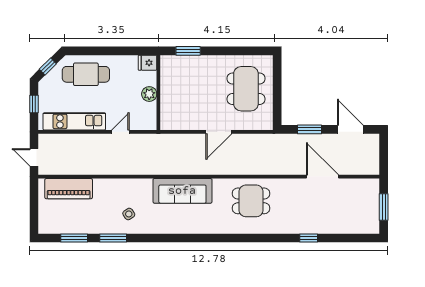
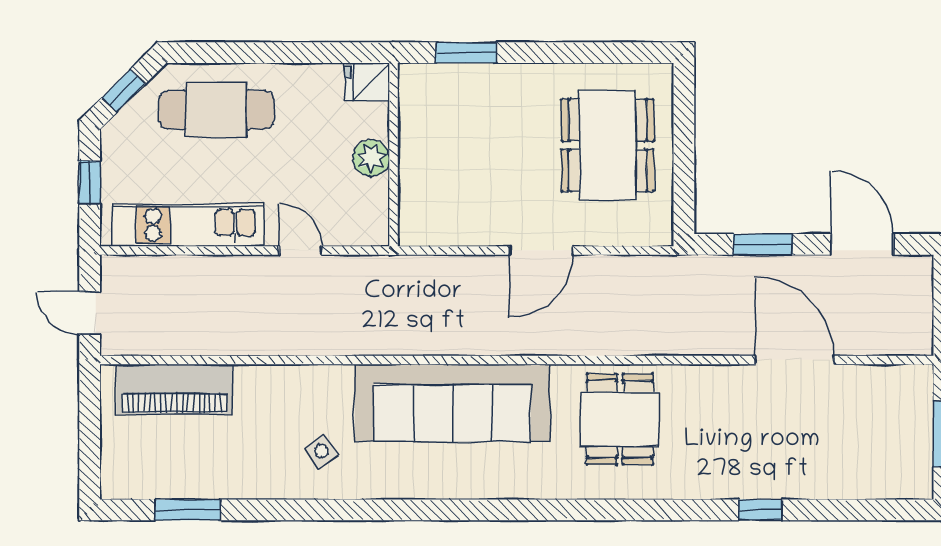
door: (120, 132) -> (300, 250), hinge flipped
sofa: (182, 191) -> (452, 403), width x1.36, depth x1.27
dining table: (251, 201) -> (620, 419), turned 90
window: (113, 238) -> (283, 510), removed

